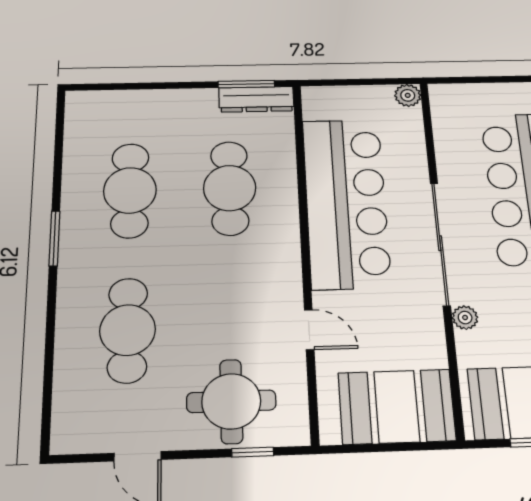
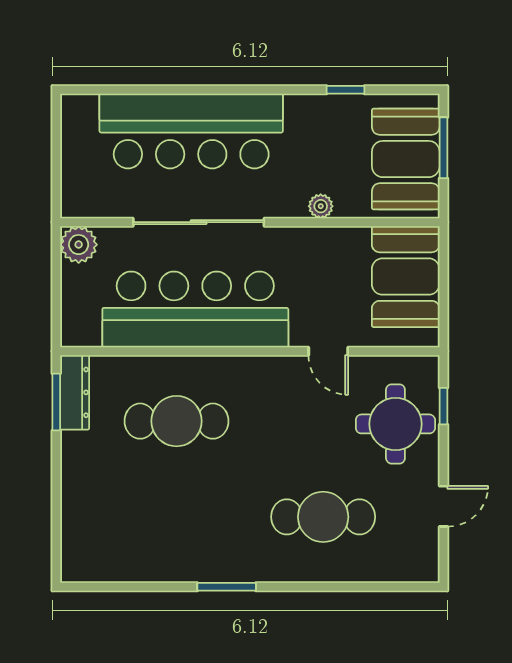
plant: (408, 95) -> (79, 245), width x1.38, depth x1.38
cafe table: (130, 190) -> (176, 517), removed
sliding door: (440, 243) -> (199, 222), moved
door: (309, 330) -> (328, 351), swing flipped

